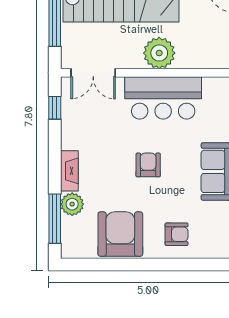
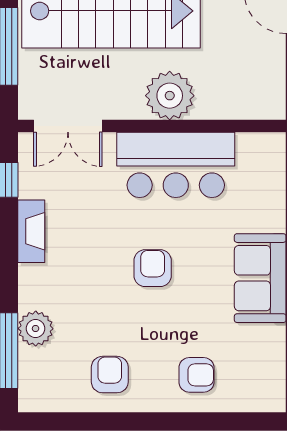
fireplace: (69, 171) -> (31, 231), moved
armchair: (120, 234) -> (110, 375), width x0.53, depth x0.53

